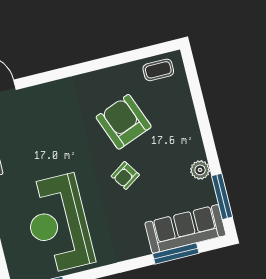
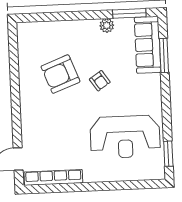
coffee table: (158, 70) -> (28, 41), removed

